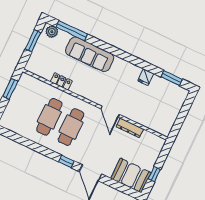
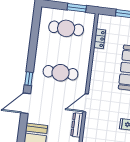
locker: (61, 81) -> (100, 39), moved
cafe table: (49, 117) -> (66, 28), moved

